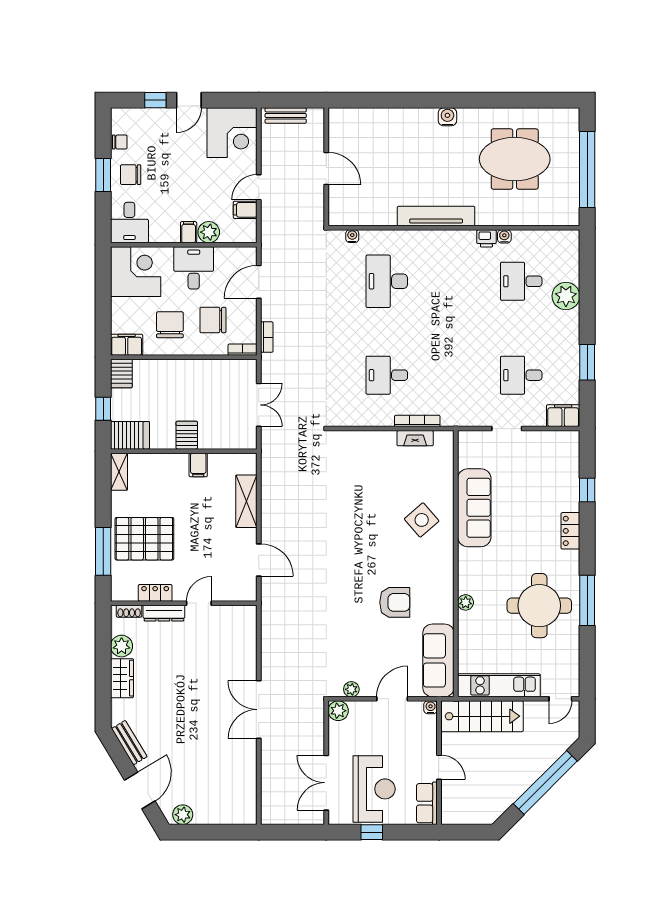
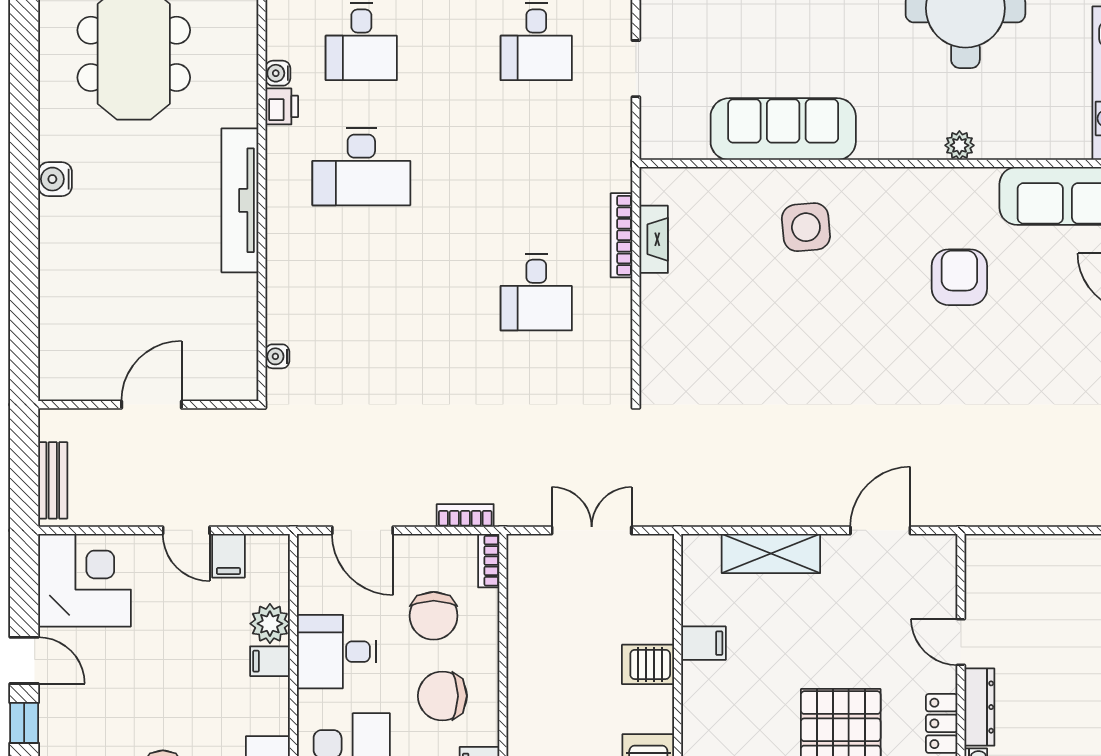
desk: (387, 281) -> (361, 167), moved
side table: (422, 520) -> (806, 227), turned 36

